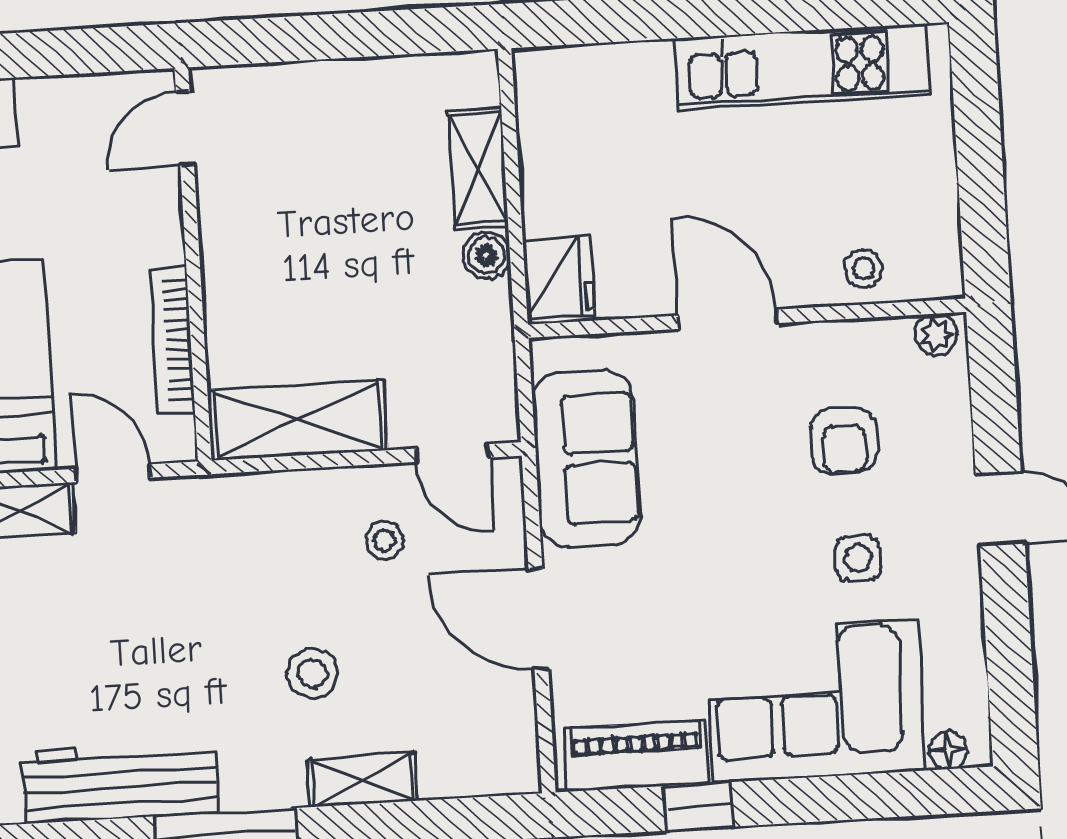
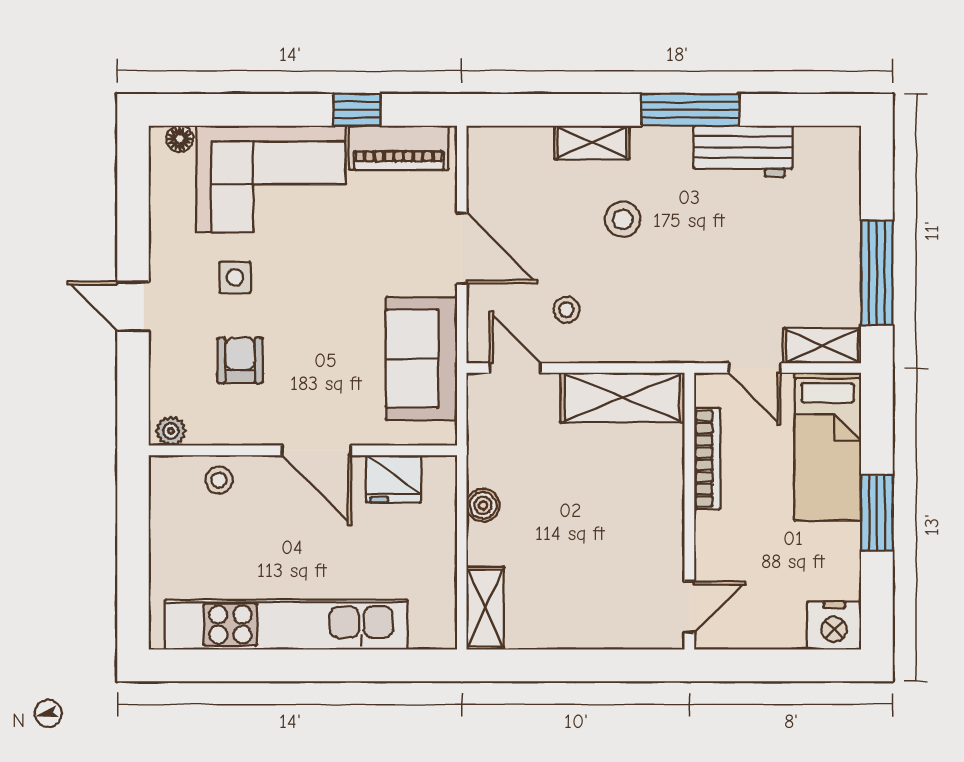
kitchen unit: (802, 67) -> (286, 625), width x1.36
shelving: (478, 169) -> (485, 608), moved
fridge: (559, 278) -> (393, 479), moved, turned -90
workbench: (121, 782) -> (743, 151), width x0.73

